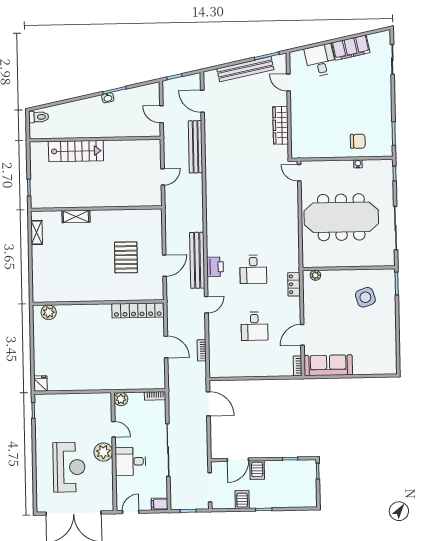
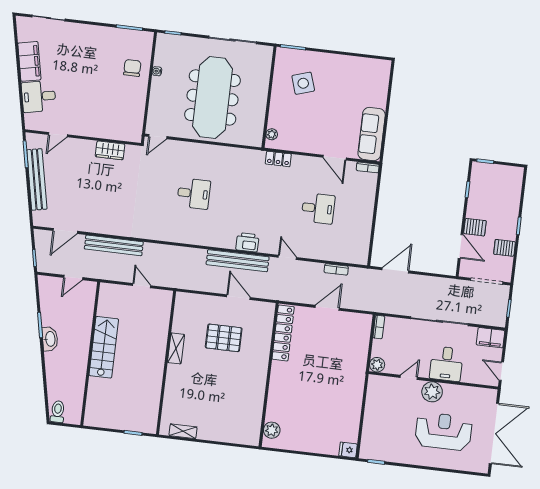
washbasin: (108, 98) -> (50, 339), width x1.91, depth x1.45
wardrobe: (281, 125) -> (110, 150), width x0.67
stairs: (76, 151) -> (104, 347), moved
shelving: (76, 216) -> (176, 348), moved
desk: (253, 269) -> (194, 194), moved
filing cabinet: (160, 504) -> (490, 338), width x2.00

